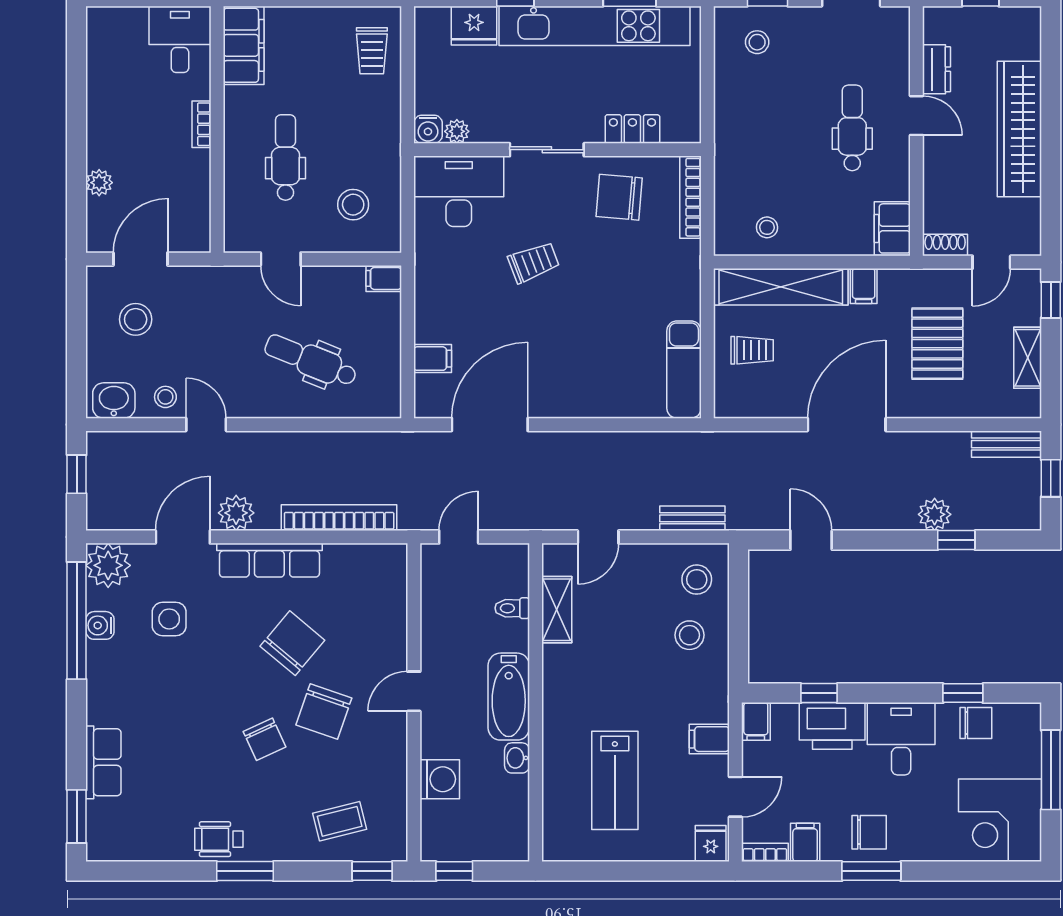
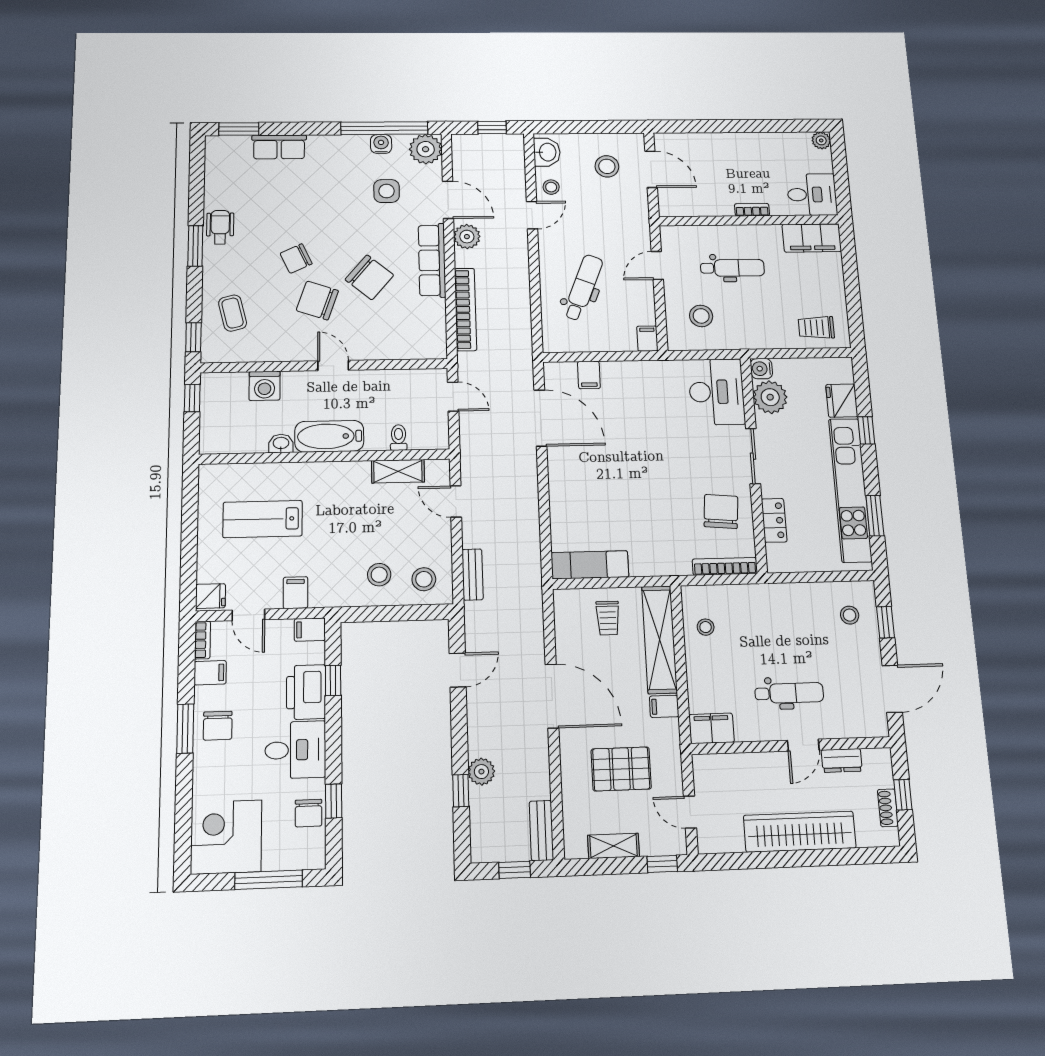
plant: (457, 131) -> (770, 397), width x1.88, depth x1.88
plant: (99, 183) -> (821, 140), moved
shoe rack: (945, 245) -> (888, 808), moved, turned 180
trolley: (534, 262) -> (667, 448), removed

